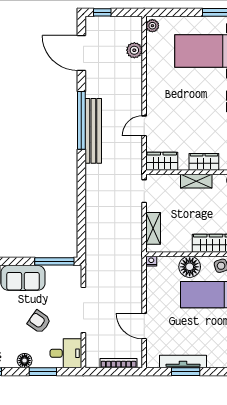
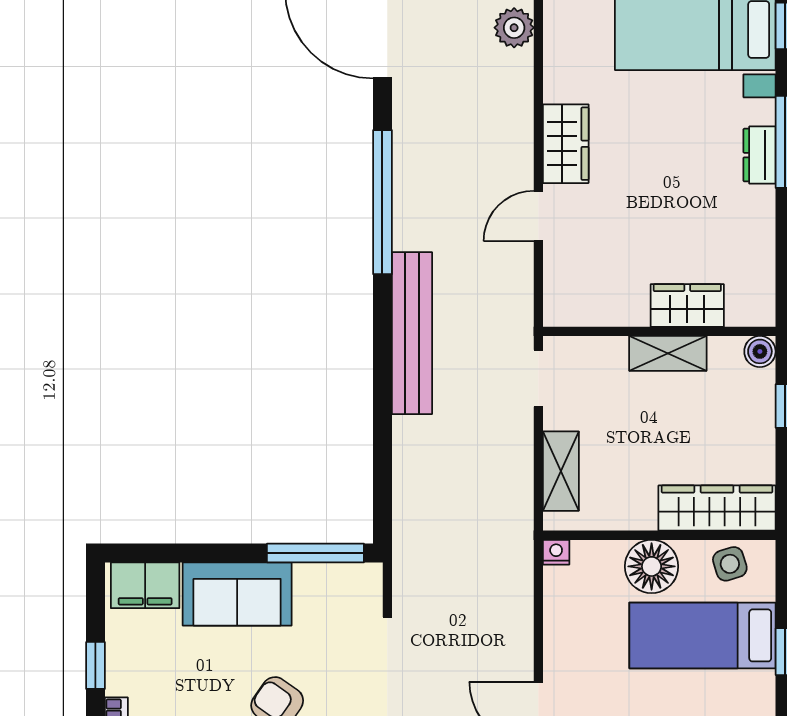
bench: (93, 131) -> (412, 333), moved
wardrobe: (162, 161) -> (566, 144), moved, turned 90

